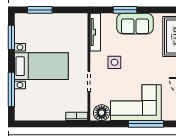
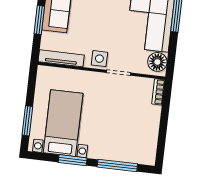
window: (11, 37) -> (73, 160), moved
side table: (114, 62) -> (99, 59), moved
bed with nightstands: (41, 66) -> (63, 123), moved

